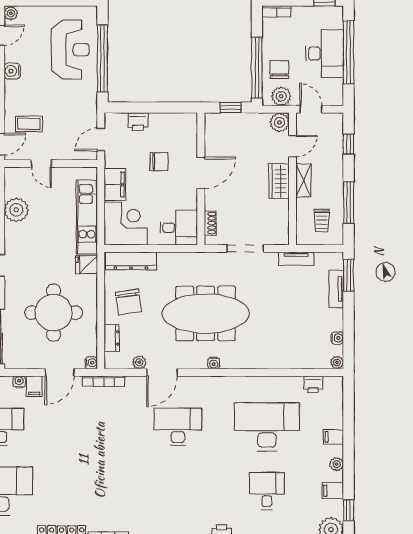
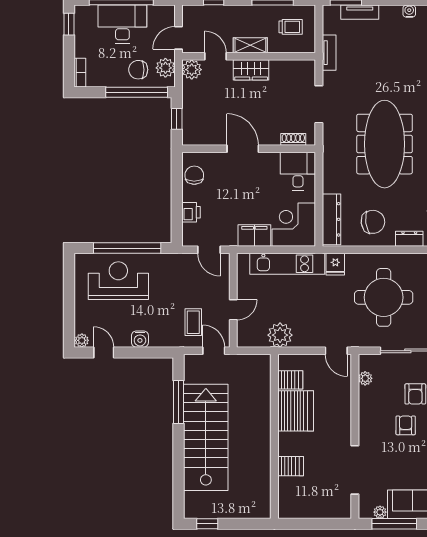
chair: (159, 162) -> (194, 175), moved

